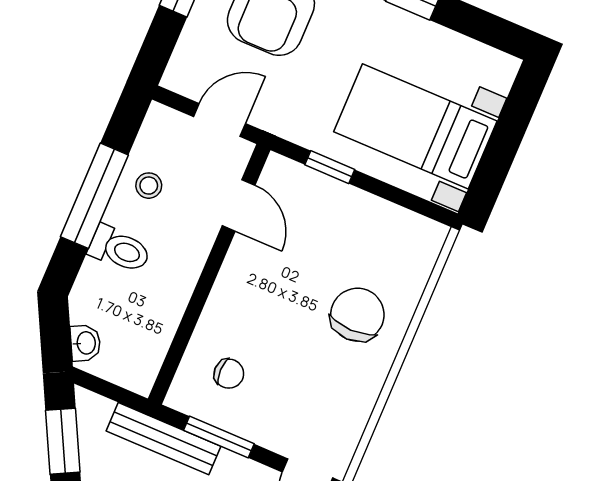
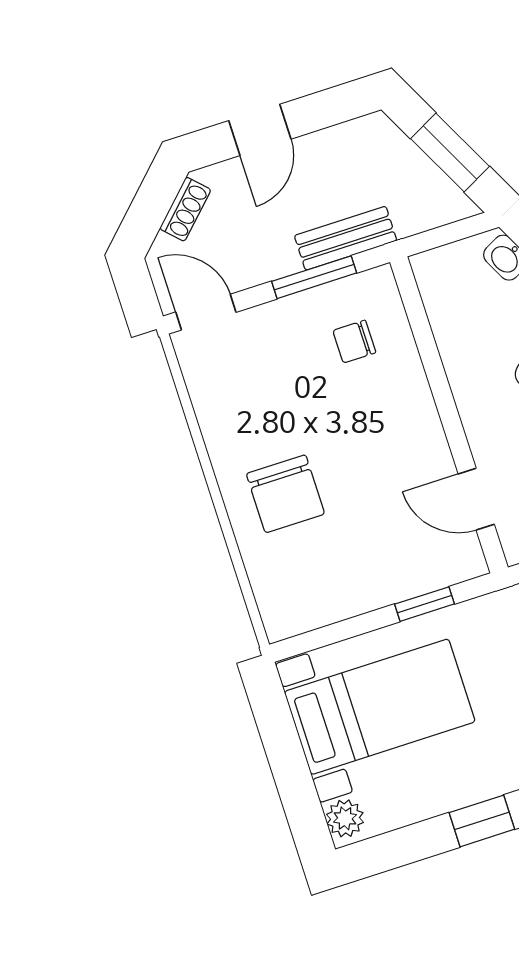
plant: (500, 74) -> (345, 818), added
bench: (163, 439) -> (346, 238), width x0.73

